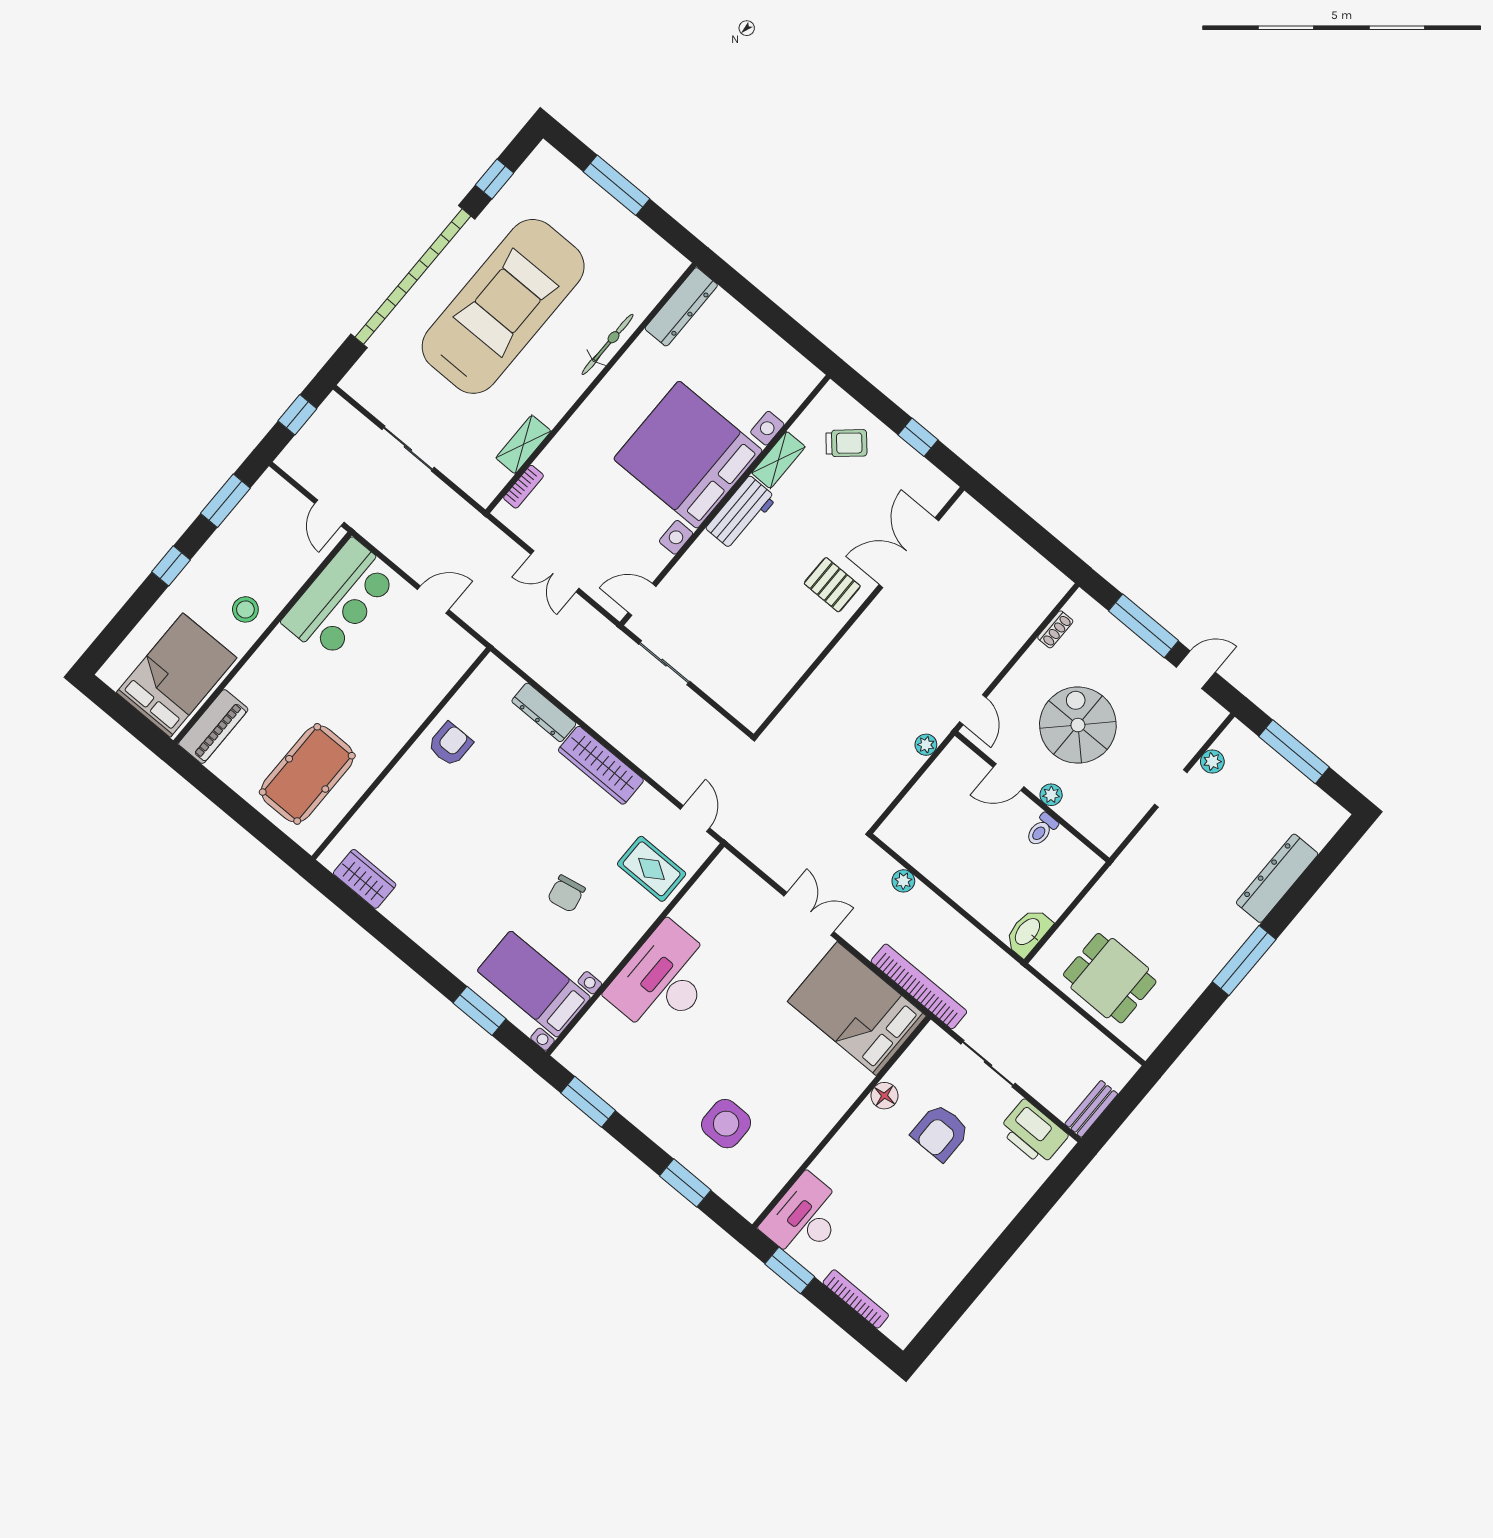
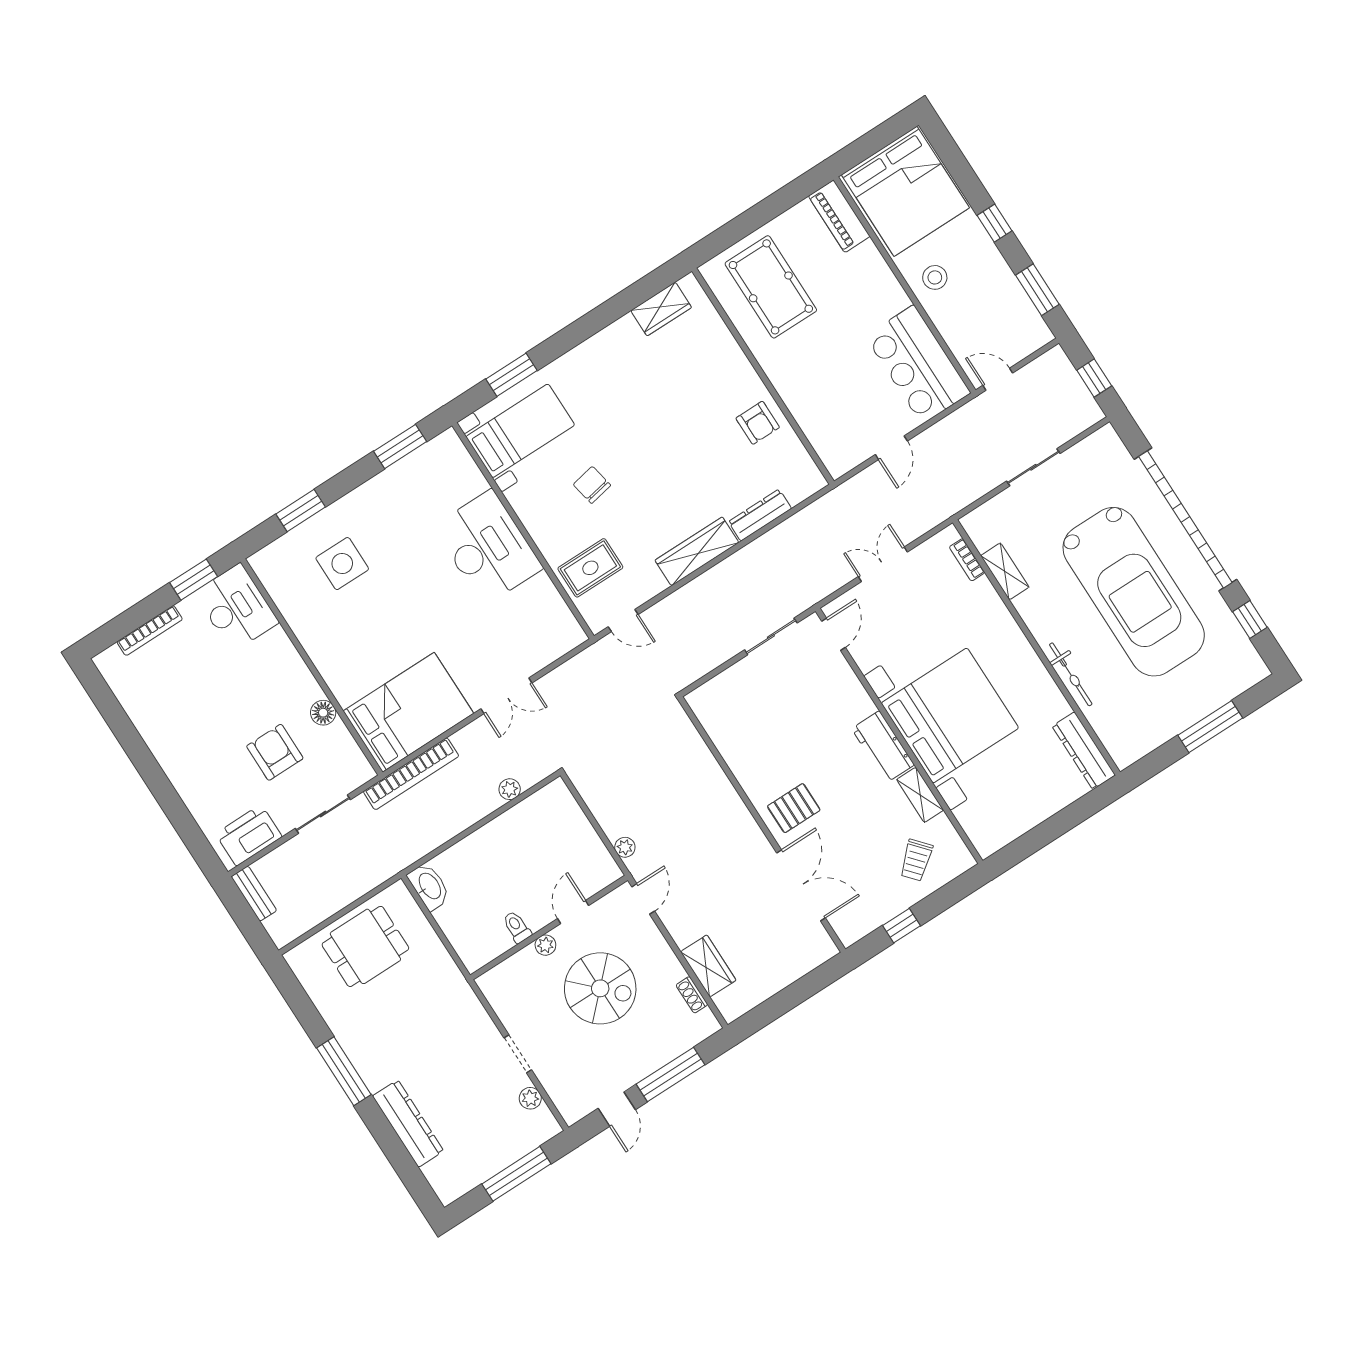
wardrobe: (1021, 622) -> (708, 966), added
bed: (177, 675) -> (905, 191), width x1.36
door: (973, 710) -> (643, 899), swing flipped

